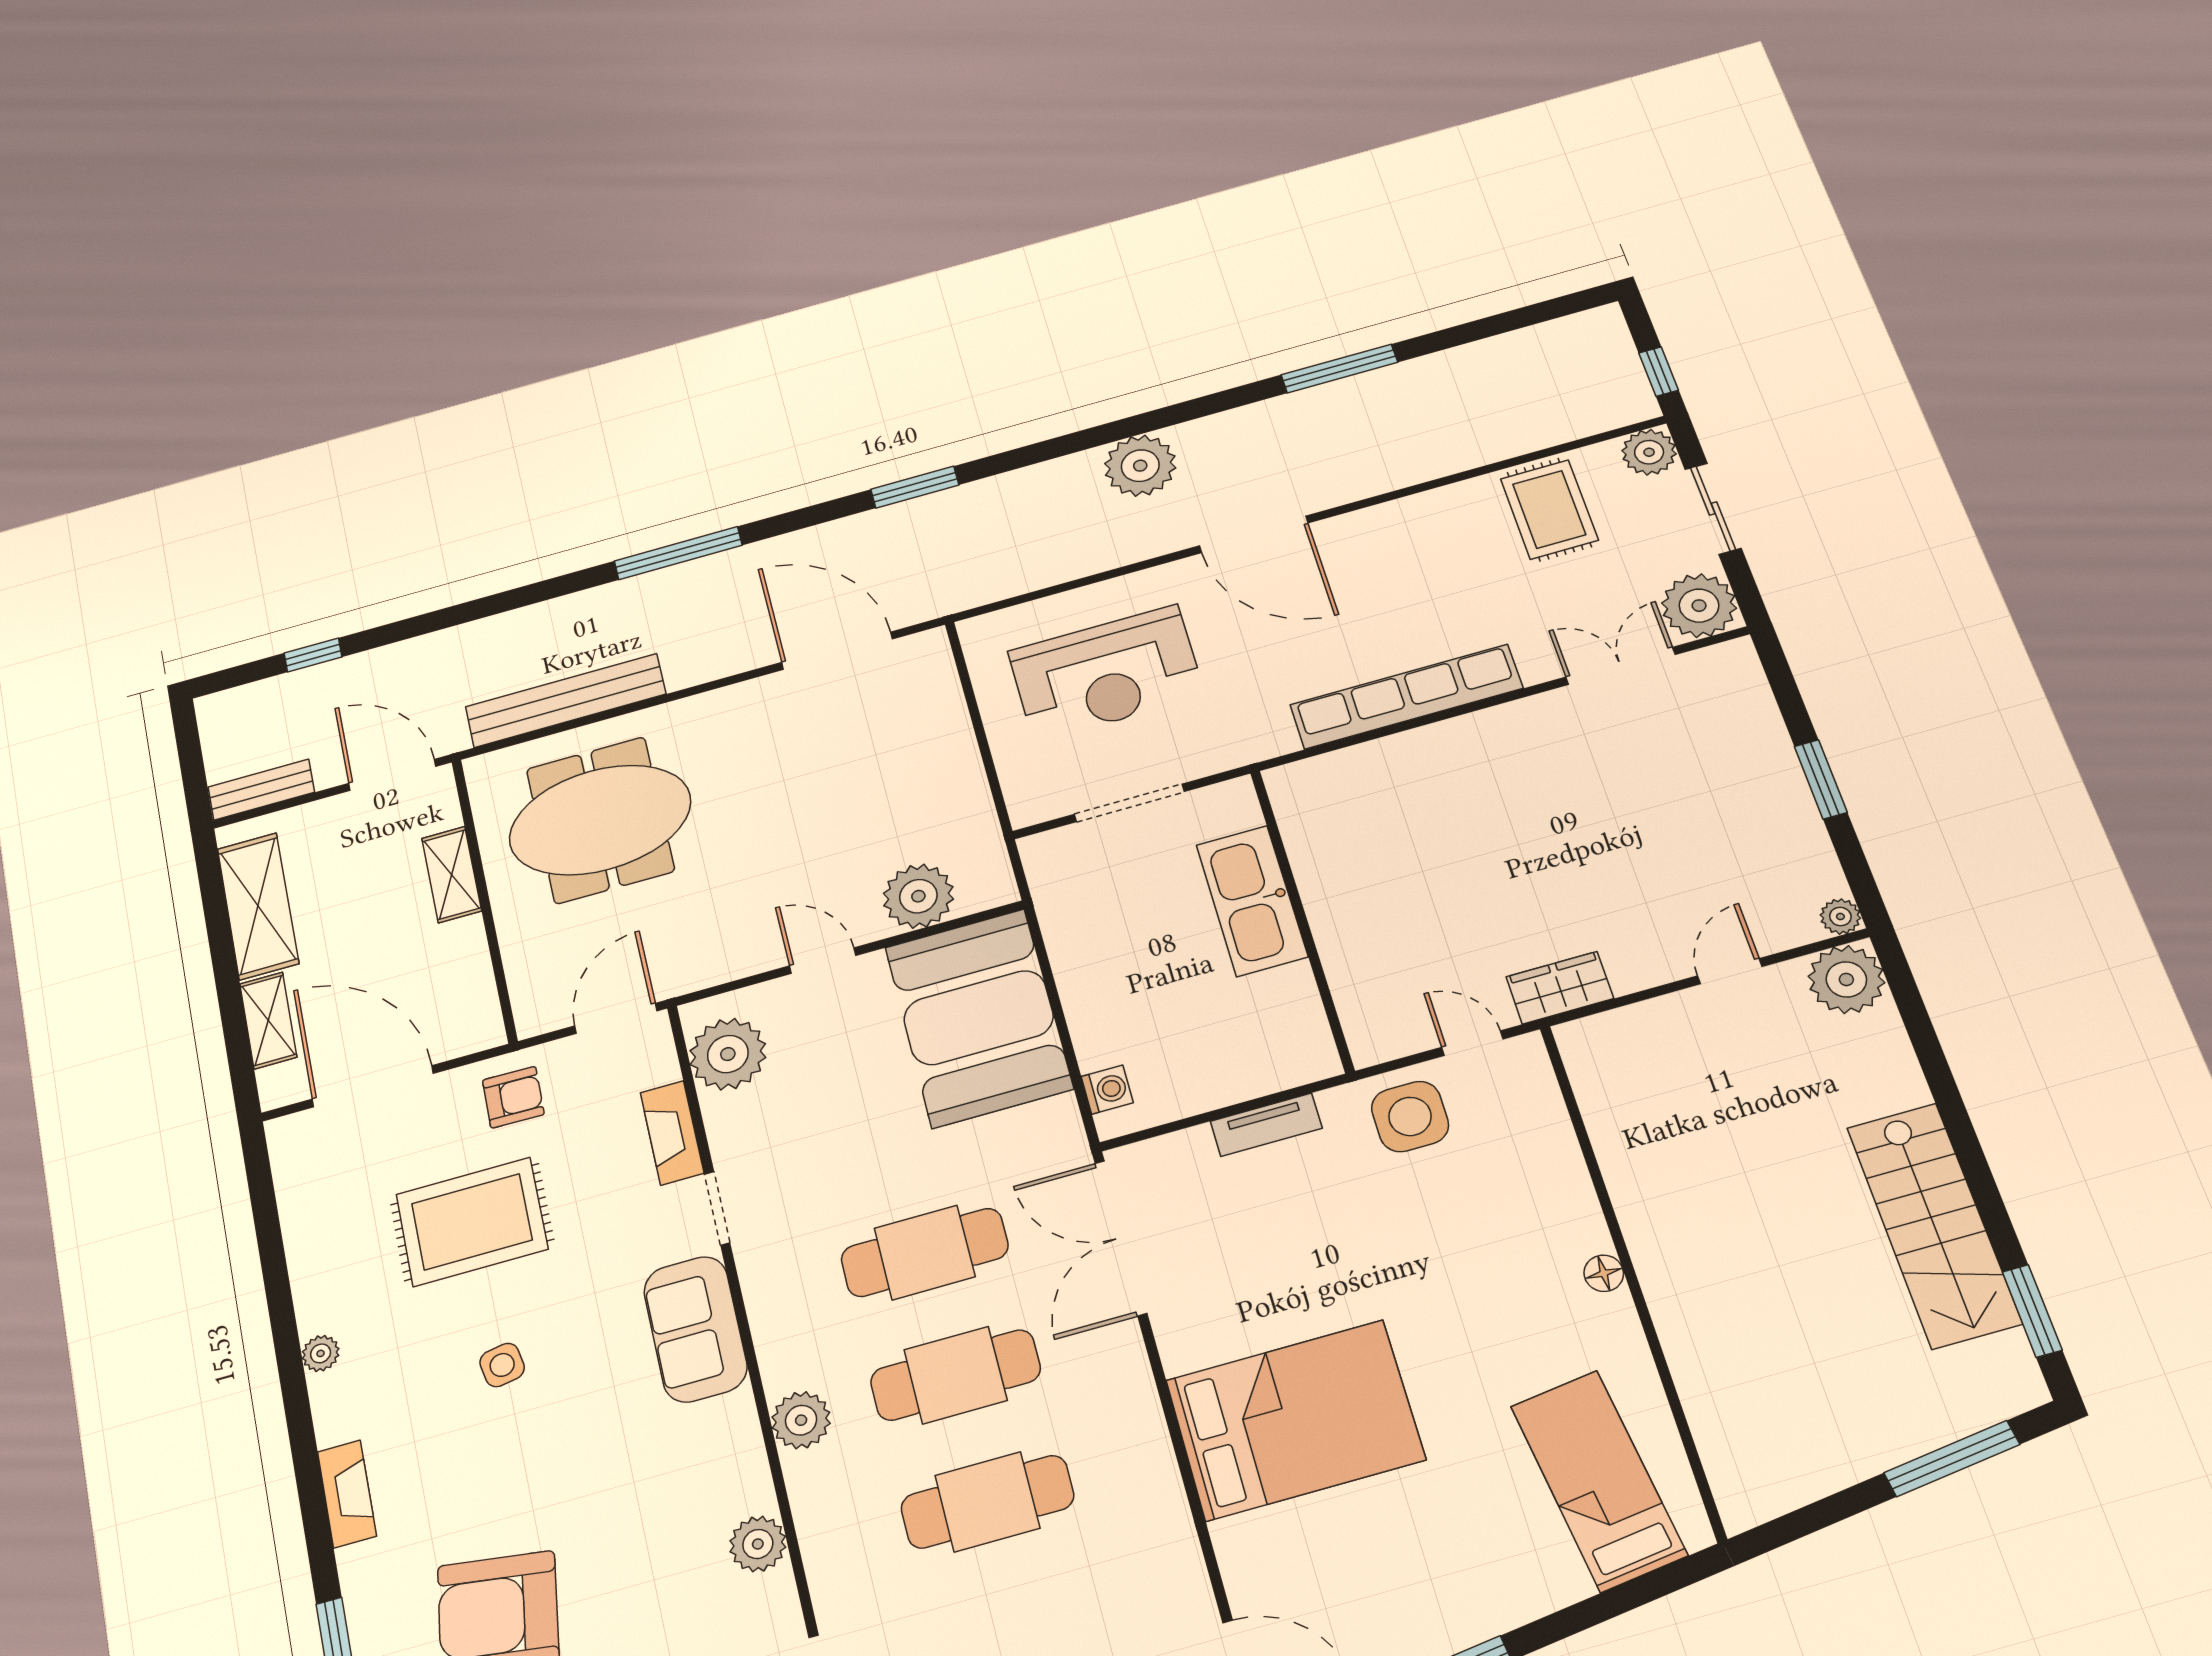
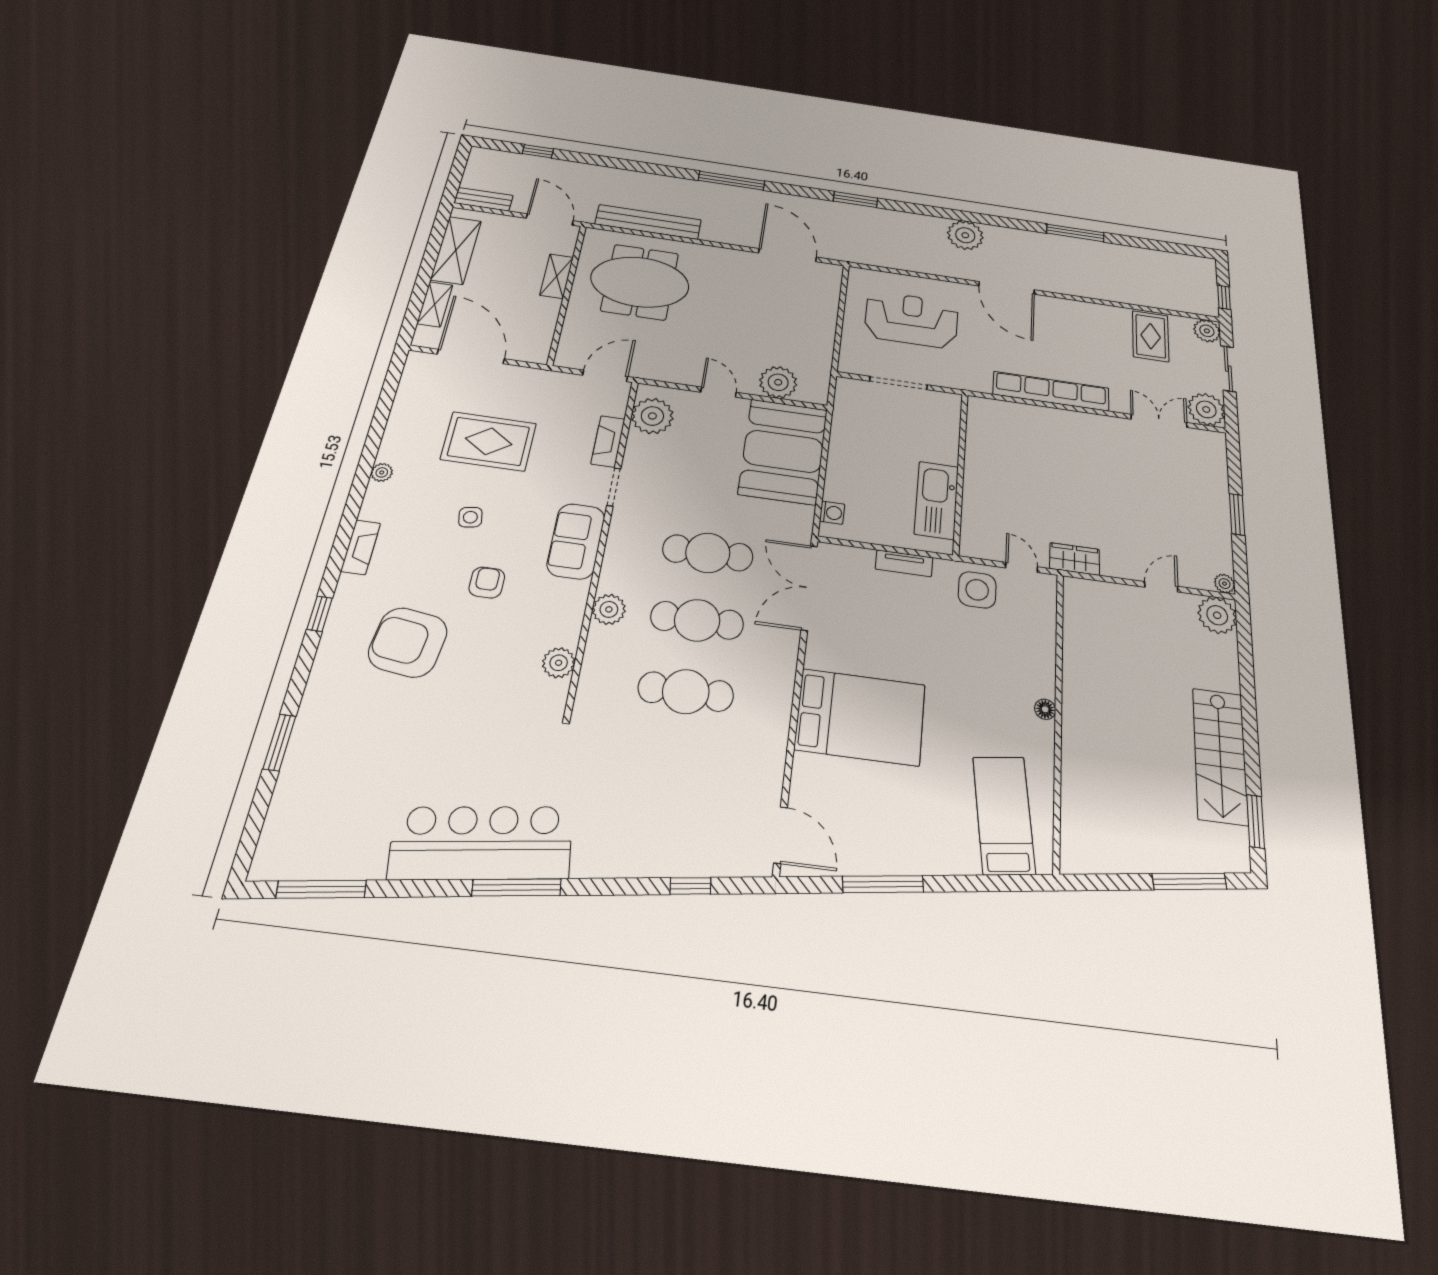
reception desk: (1106, 673) -> (911, 320), turned 180
kitchen sink: (1252, 901) -> (936, 500), moved
armchair: (513, 1097) -> (487, 583), moved, turned -91

